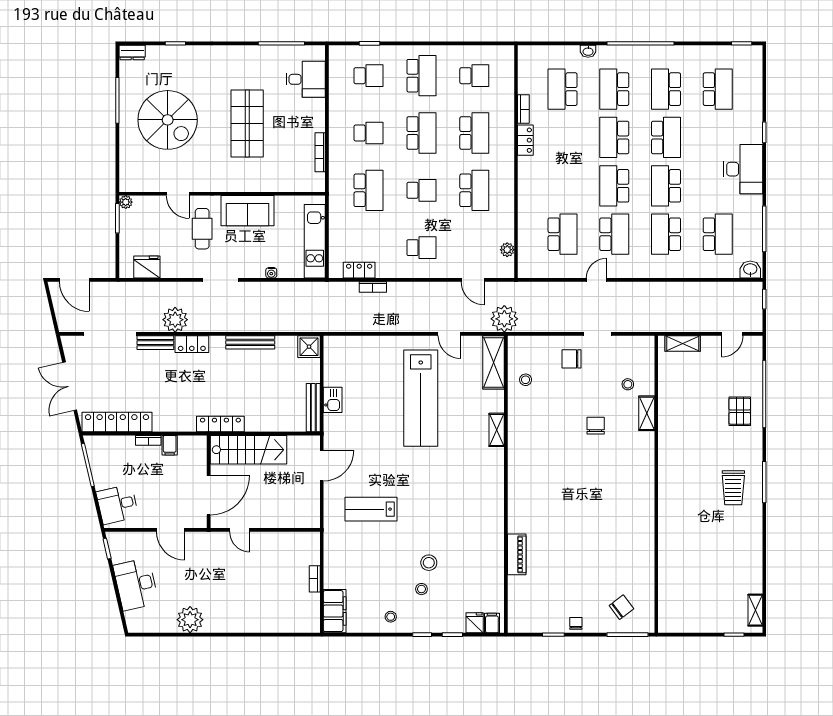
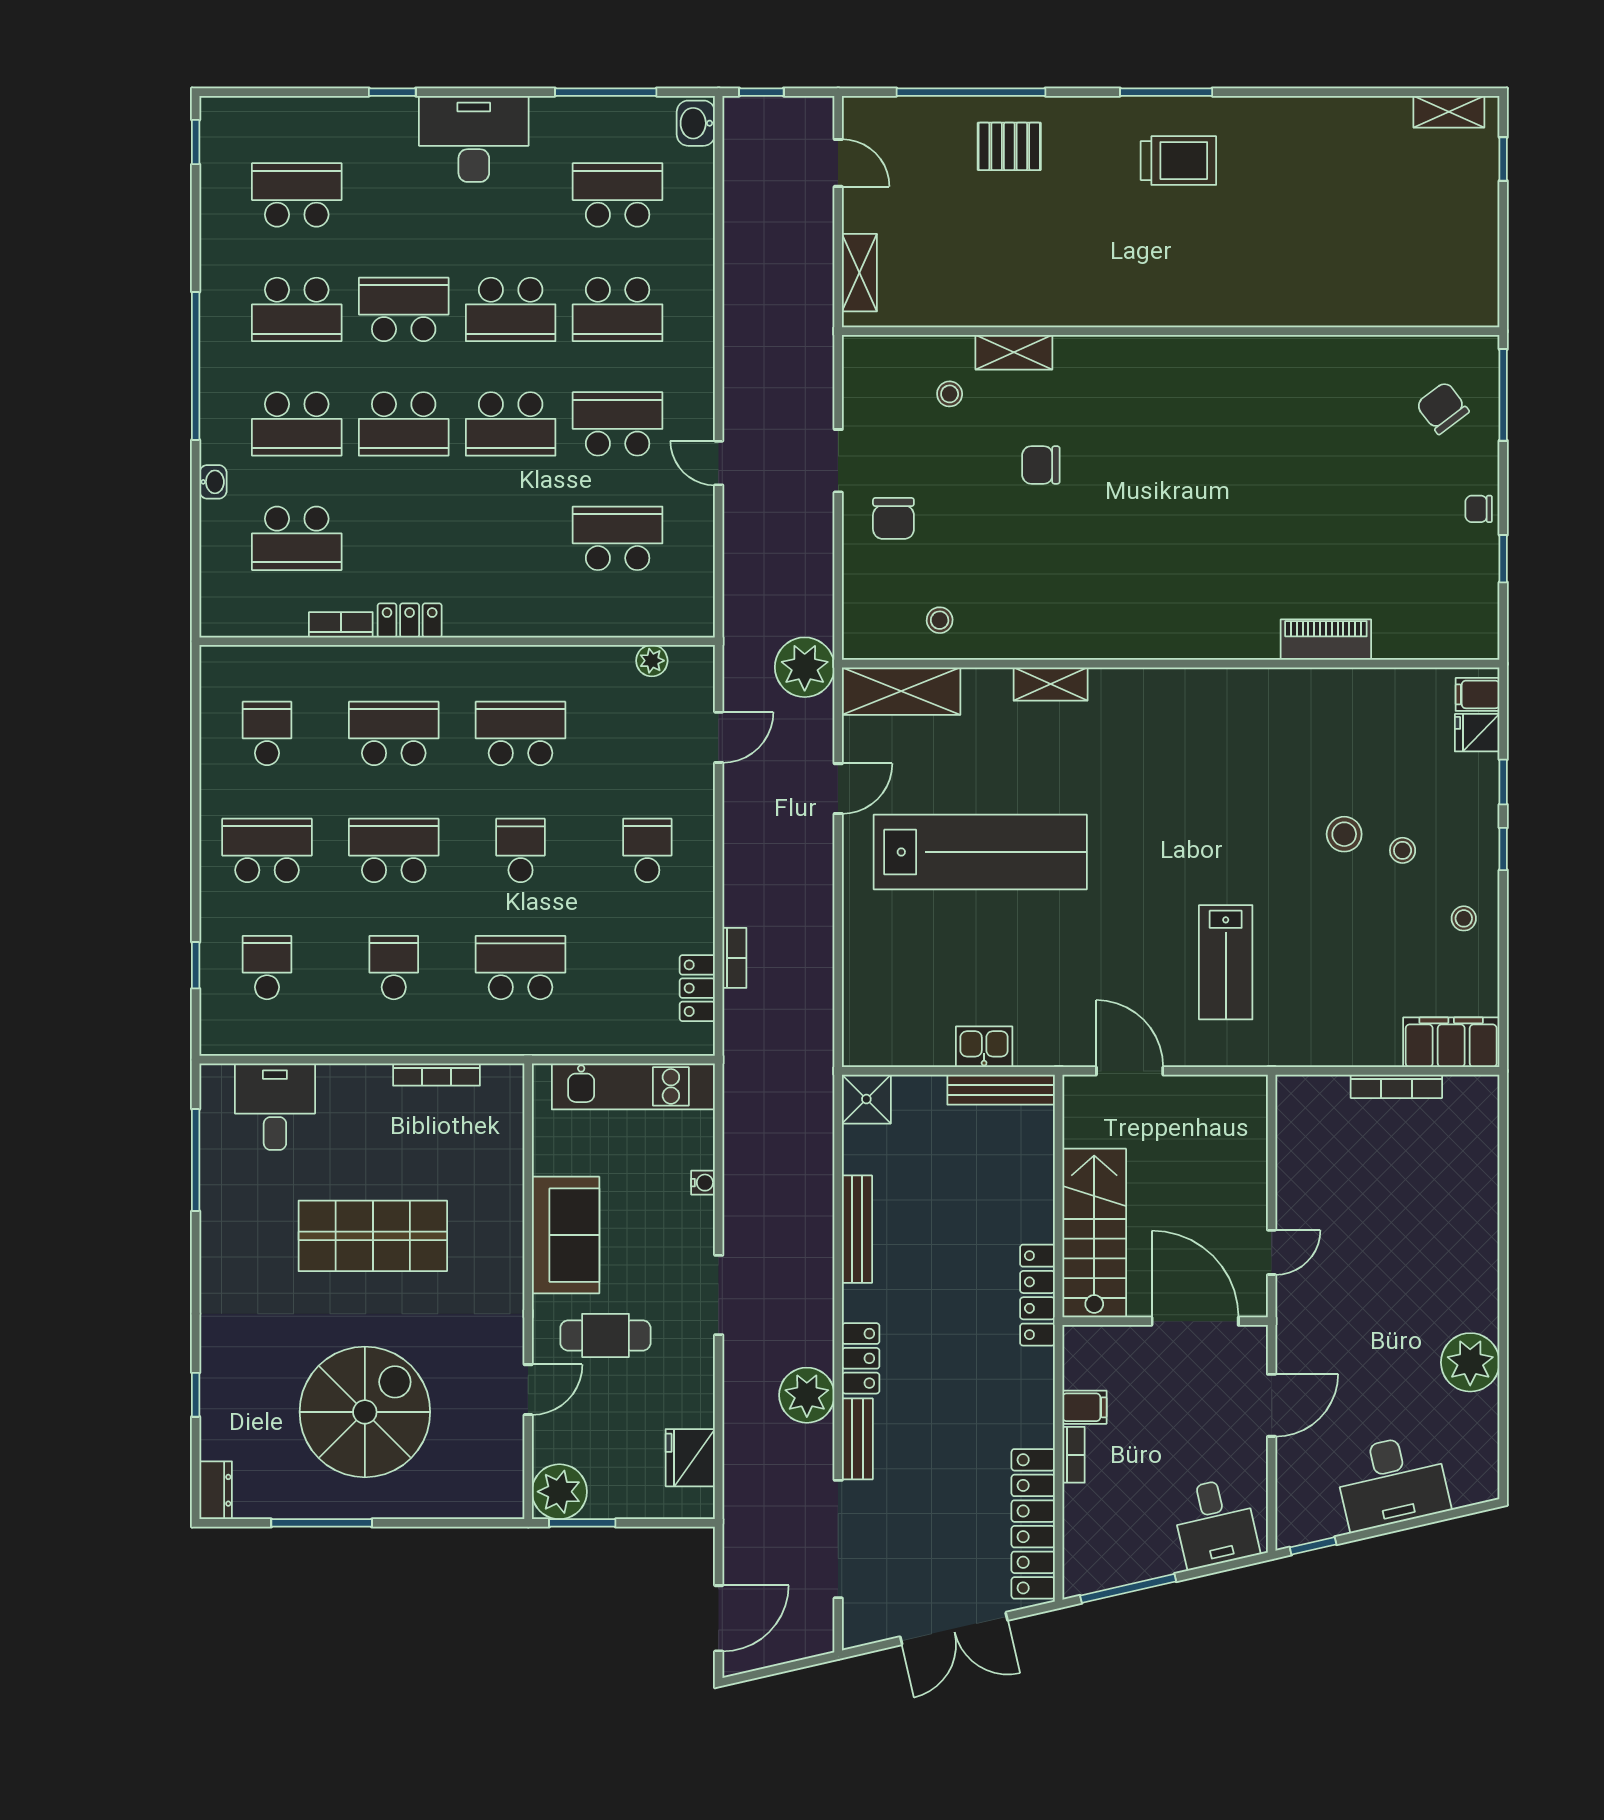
plant: (126, 202) -> (559, 1492), width x1.87, depth x1.87
bookcase: (315, 579) -> (1396, 1086), width x1.56

